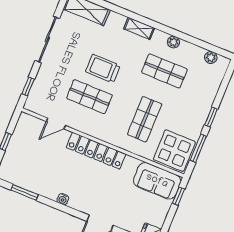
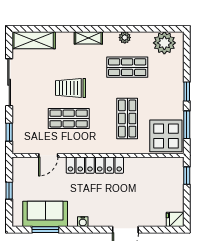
plant: (211, 57) -> (164, 43), width x1.88, depth x1.88
sofa: (157, 181) -> (45, 214), moved, turned 180

